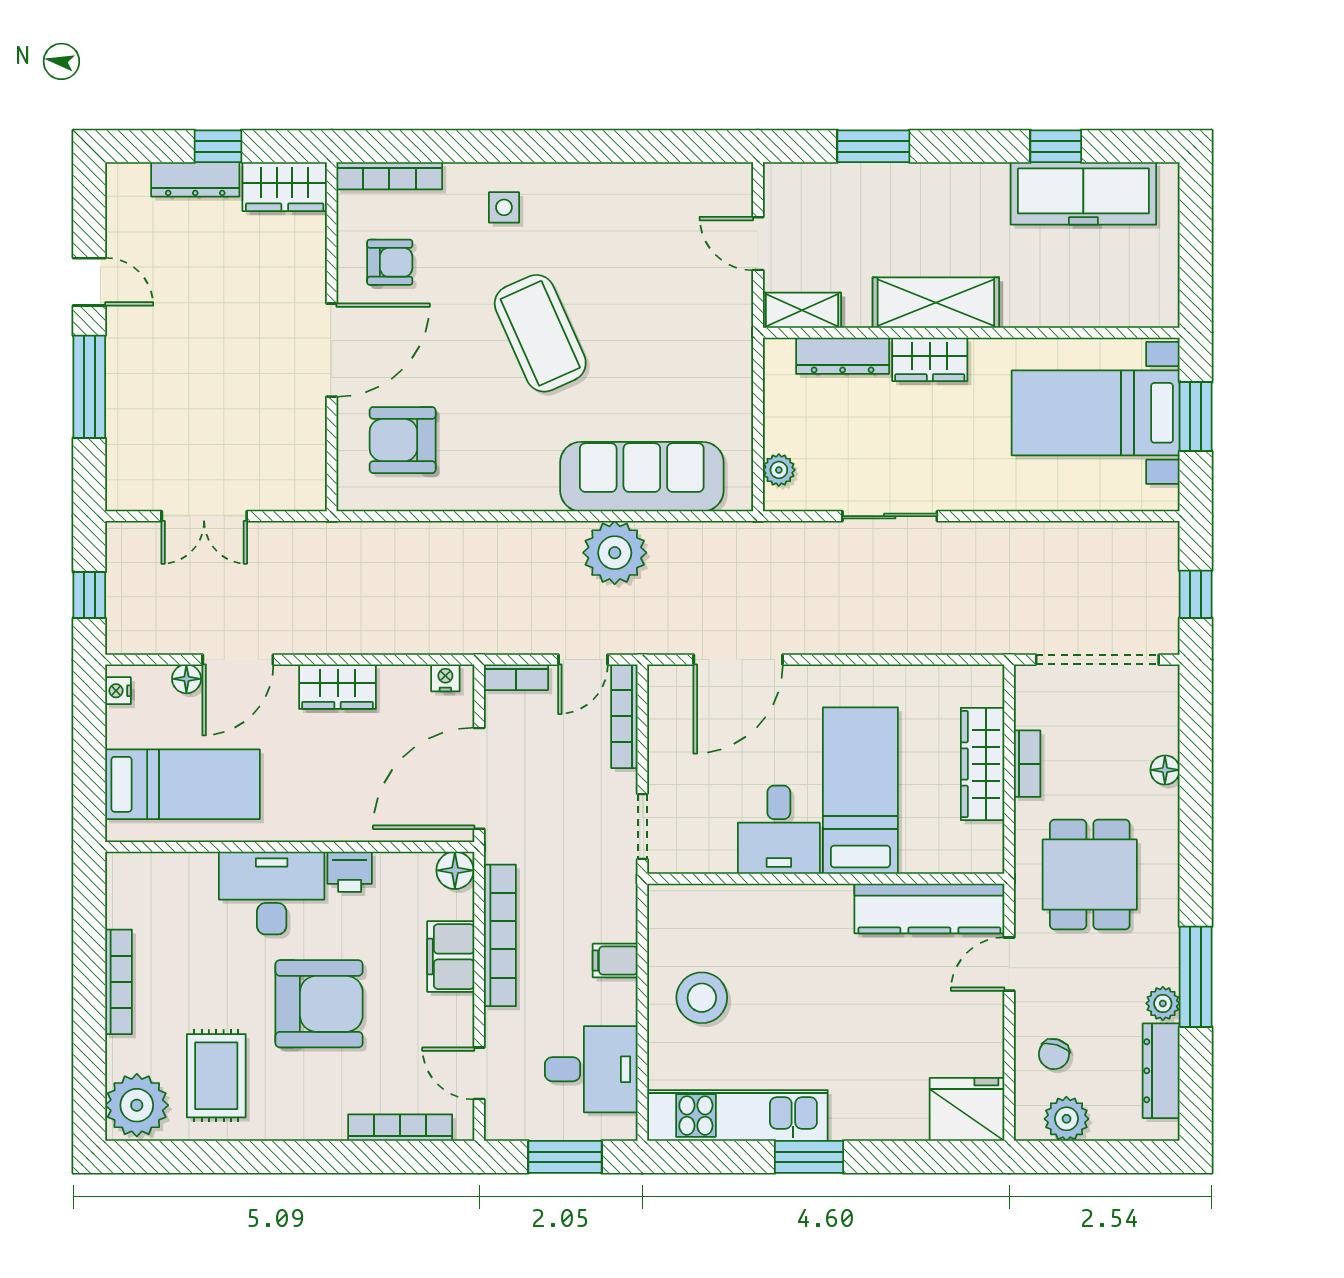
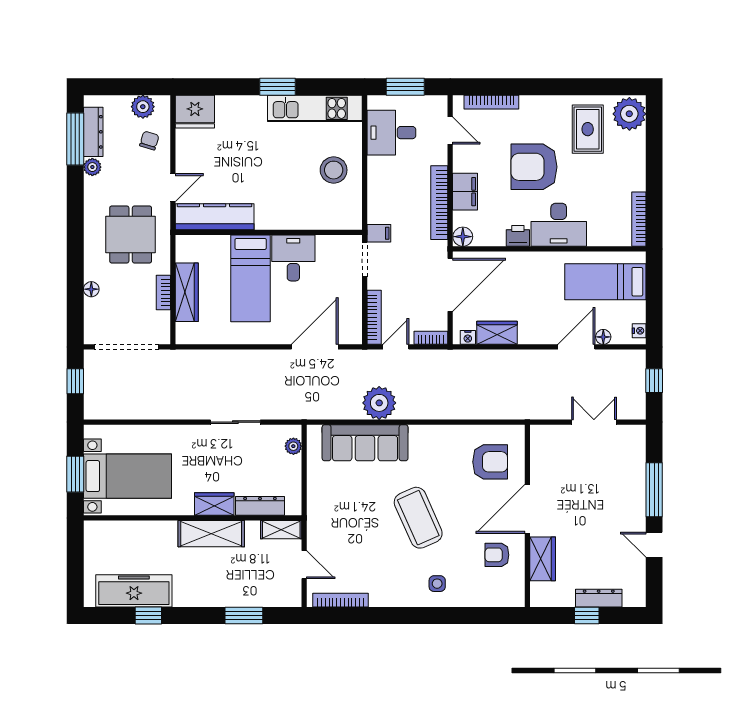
bookcase: (389, 176) -> (341, 600), moved
wardrobe: (285, 187) -> (543, 559), moved, turned 90
wardrobe: (338, 687) -> (497, 333), moved
filing cabinet: (615, 961) -> (379, 233), moved
window: (1196, 977) -> (75, 139), moved
bookcase: (119, 982) -> (639, 219), moved

